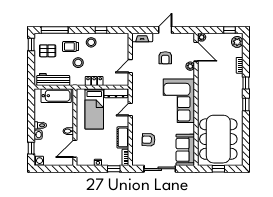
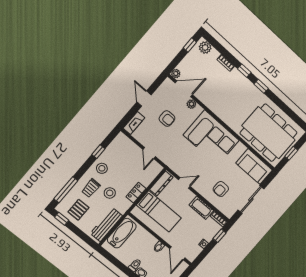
door: (130, 110) -> (184, 183), swing flipped

